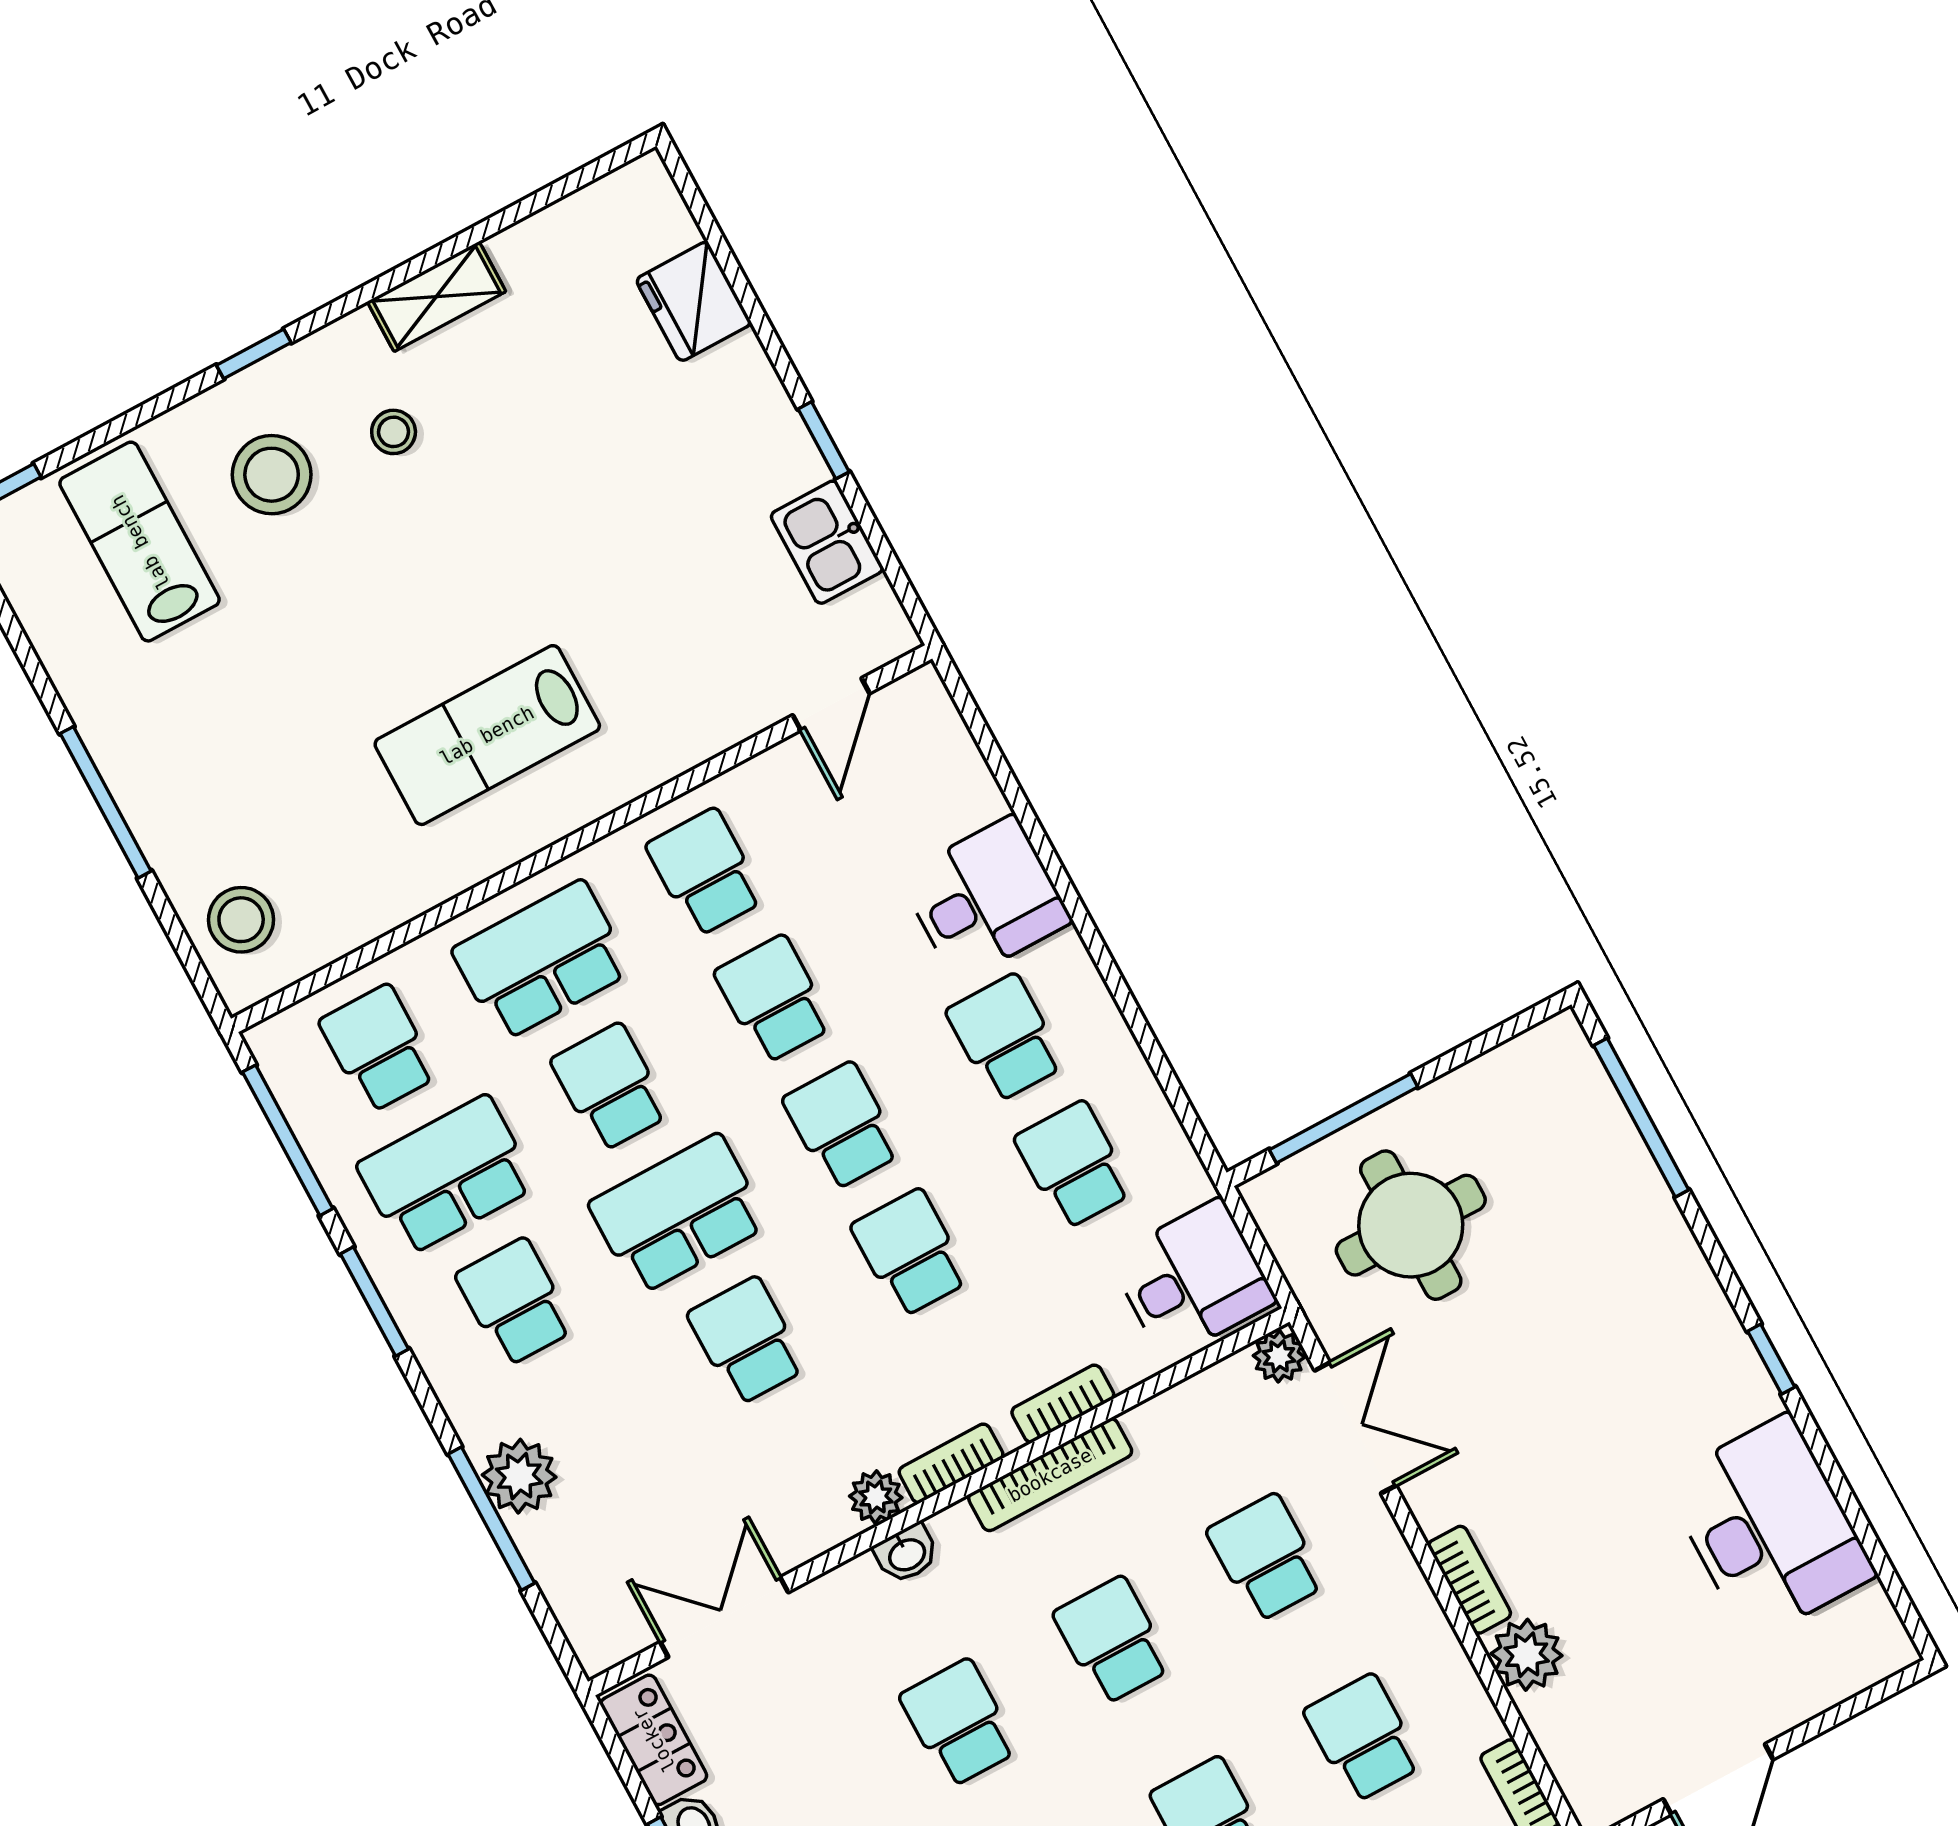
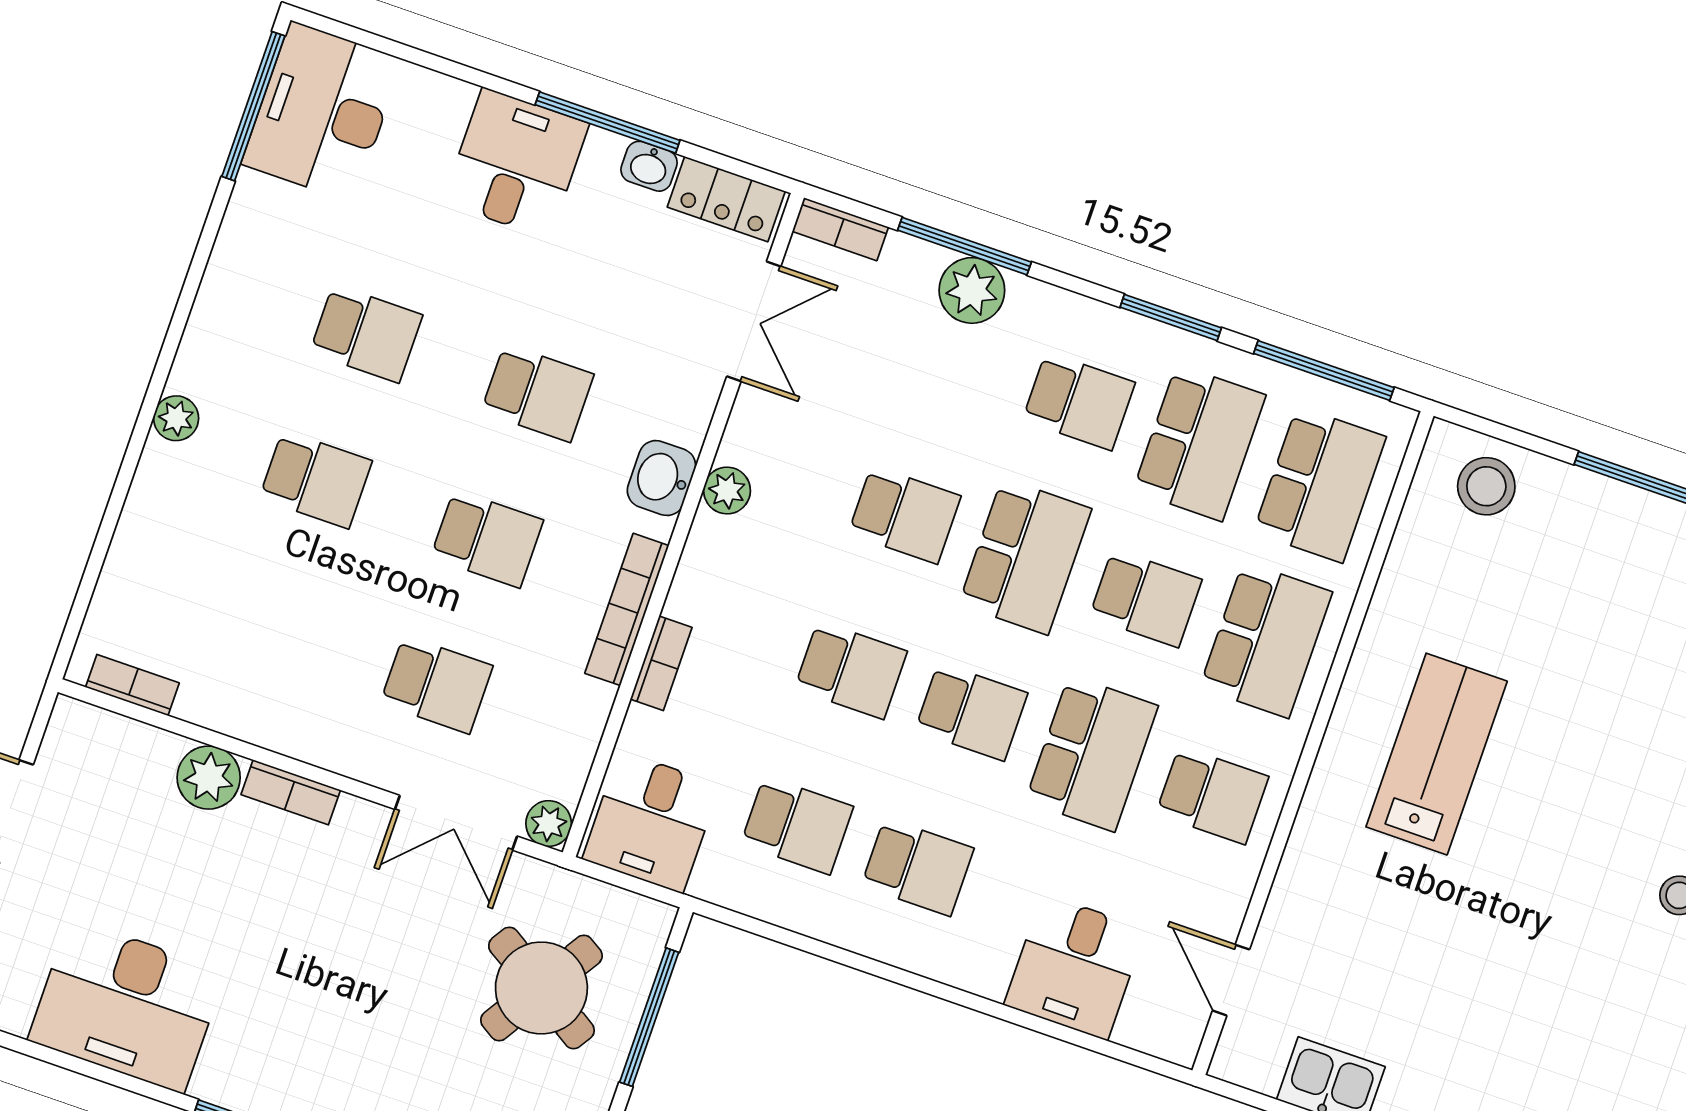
desk: (985, 899) -> (1075, 967), moved
school desk: (774, 999) -> (1092, 753), width x1.85
school desk: (378, 1048) -> (1320, 485), width x1.85
round table: (1411, 1225) -> (541, 988), turned 32
bookcase: (951, 1463) -> (840, 229), moved, turned 90
washbasin: (906, 1554) -> (661, 478), width x1.38, depth x1.45
school desk: (1363, 1738) -> (265, 625), removed

